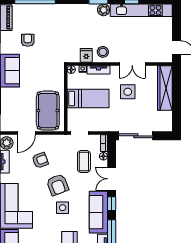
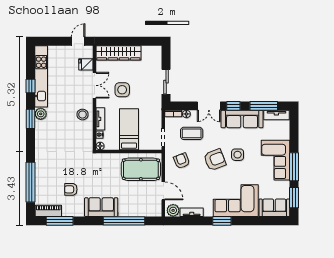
fridge: (86, 55) -> (86, 64), moved
sliding door: (136, 136) -> (166, 82), width x0.73
armchair: (40, 160) -> (182, 161), moved

